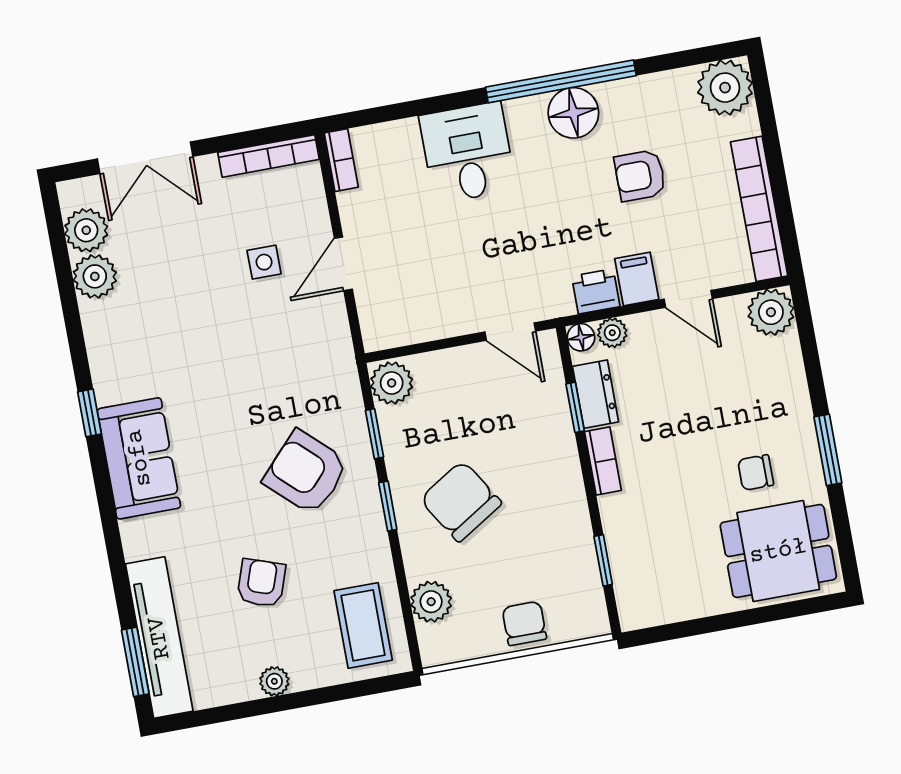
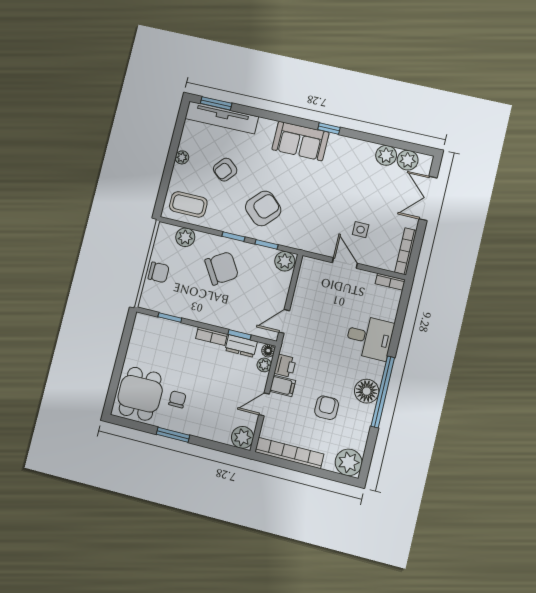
armchair: (261, 583) -> (225, 170), turned 111

